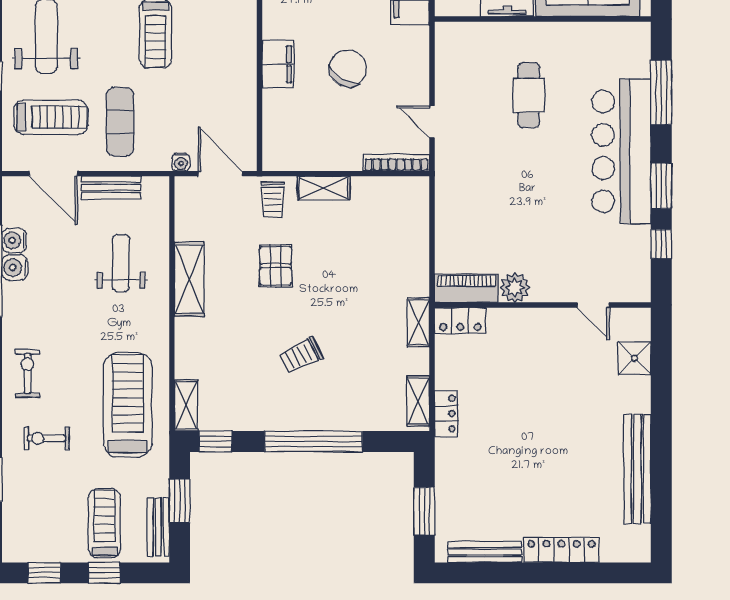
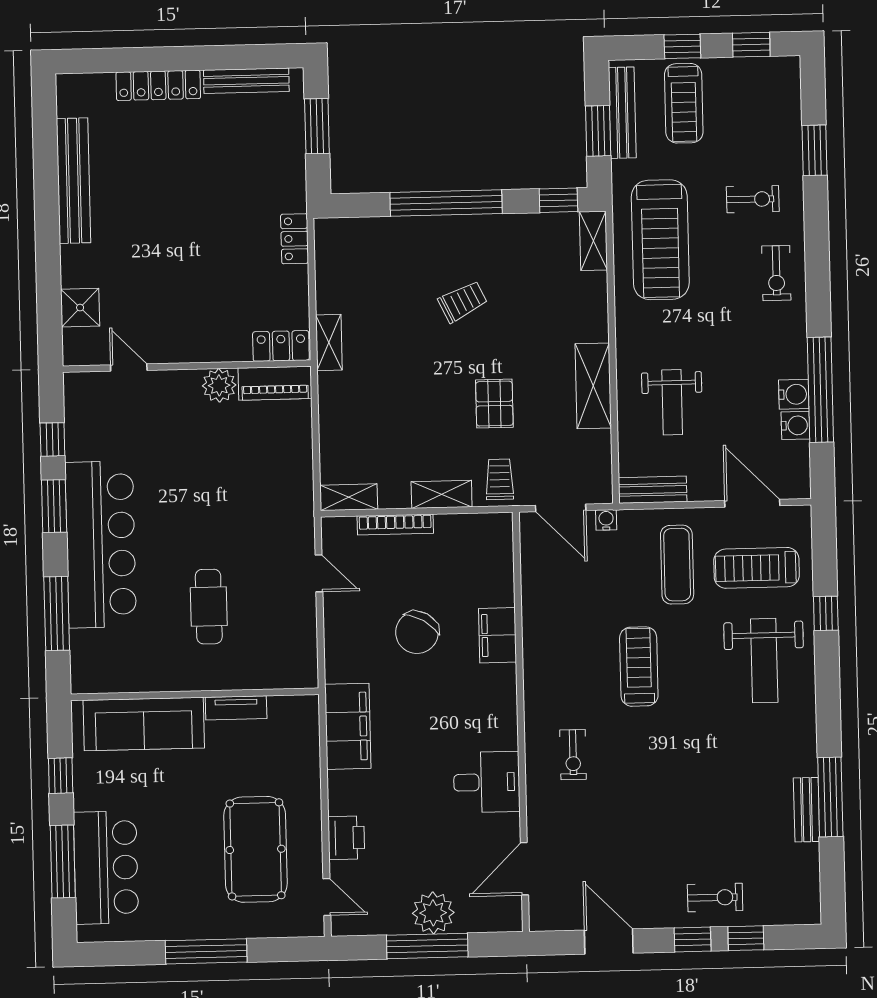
bookcase: (396, 163) -> (395, 525), moved
bench: (111, 187) -> (653, 490), moved
shelving: (418, 401) -> (349, 497), moved, turned 90
bench: (158, 527) -> (622, 113), width x1.36

